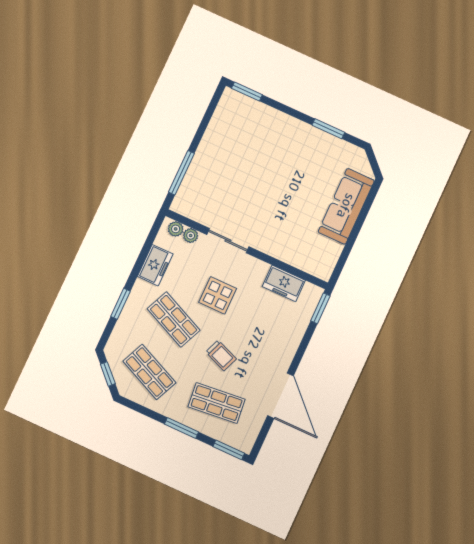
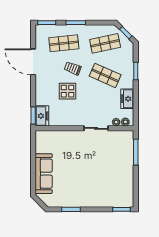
freezer: (284, 283) -> (42, 116), moved, turned 90
display table: (218, 295) -> (67, 91), moved
shop shelf: (149, 372) -> (105, 43), turned -36

